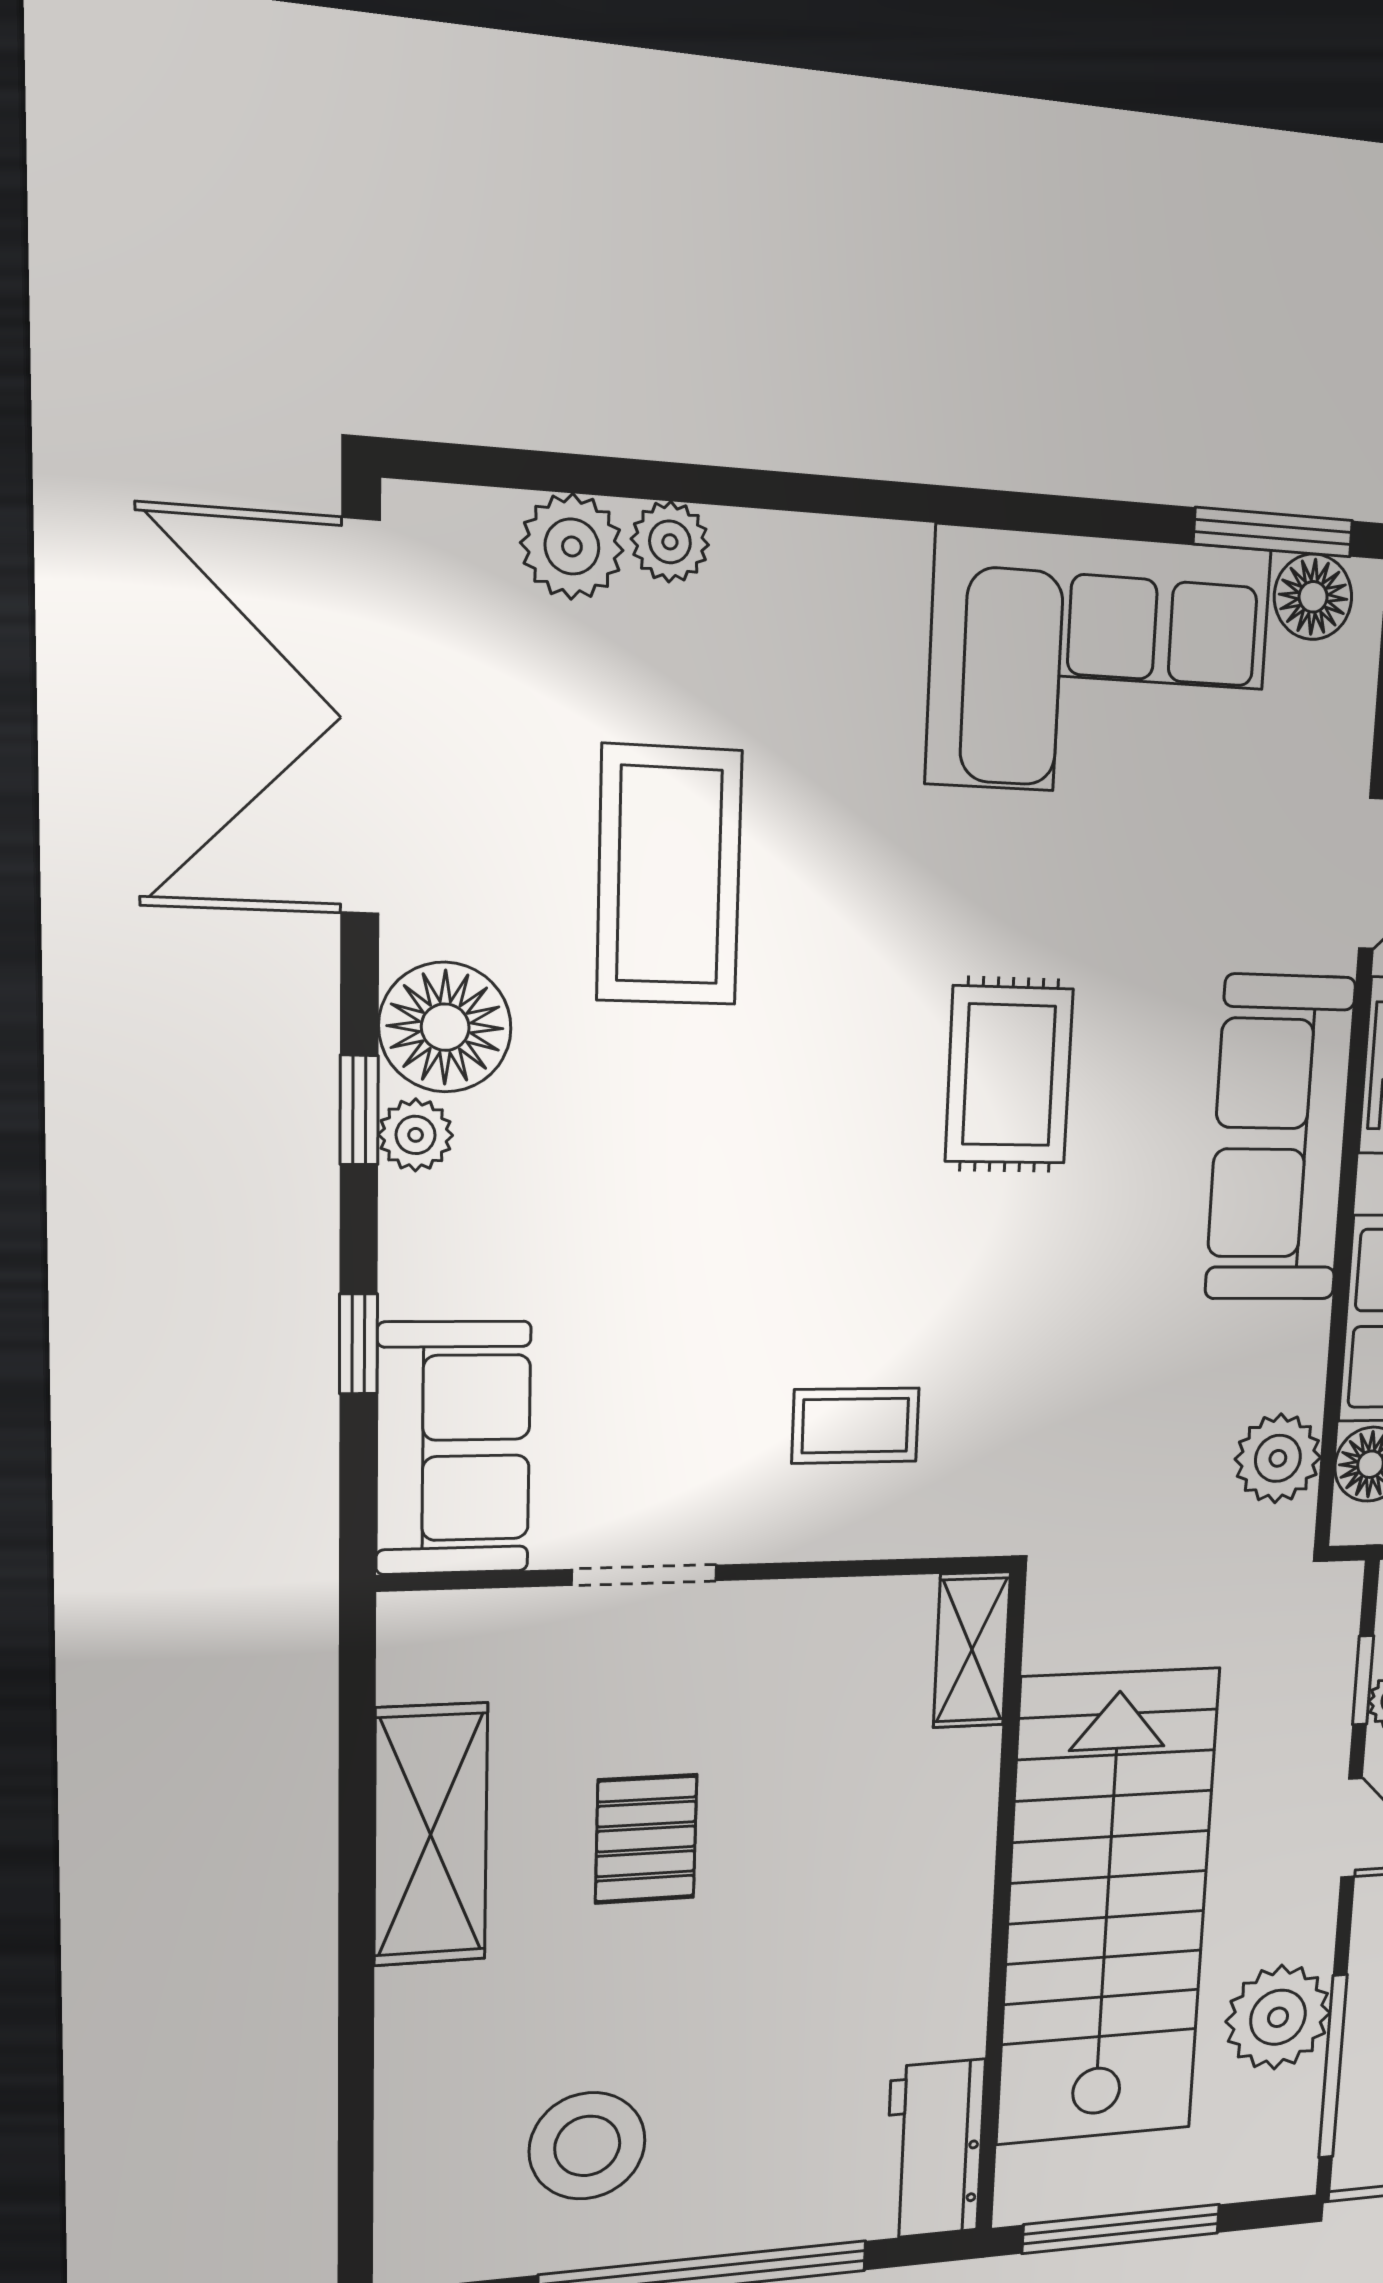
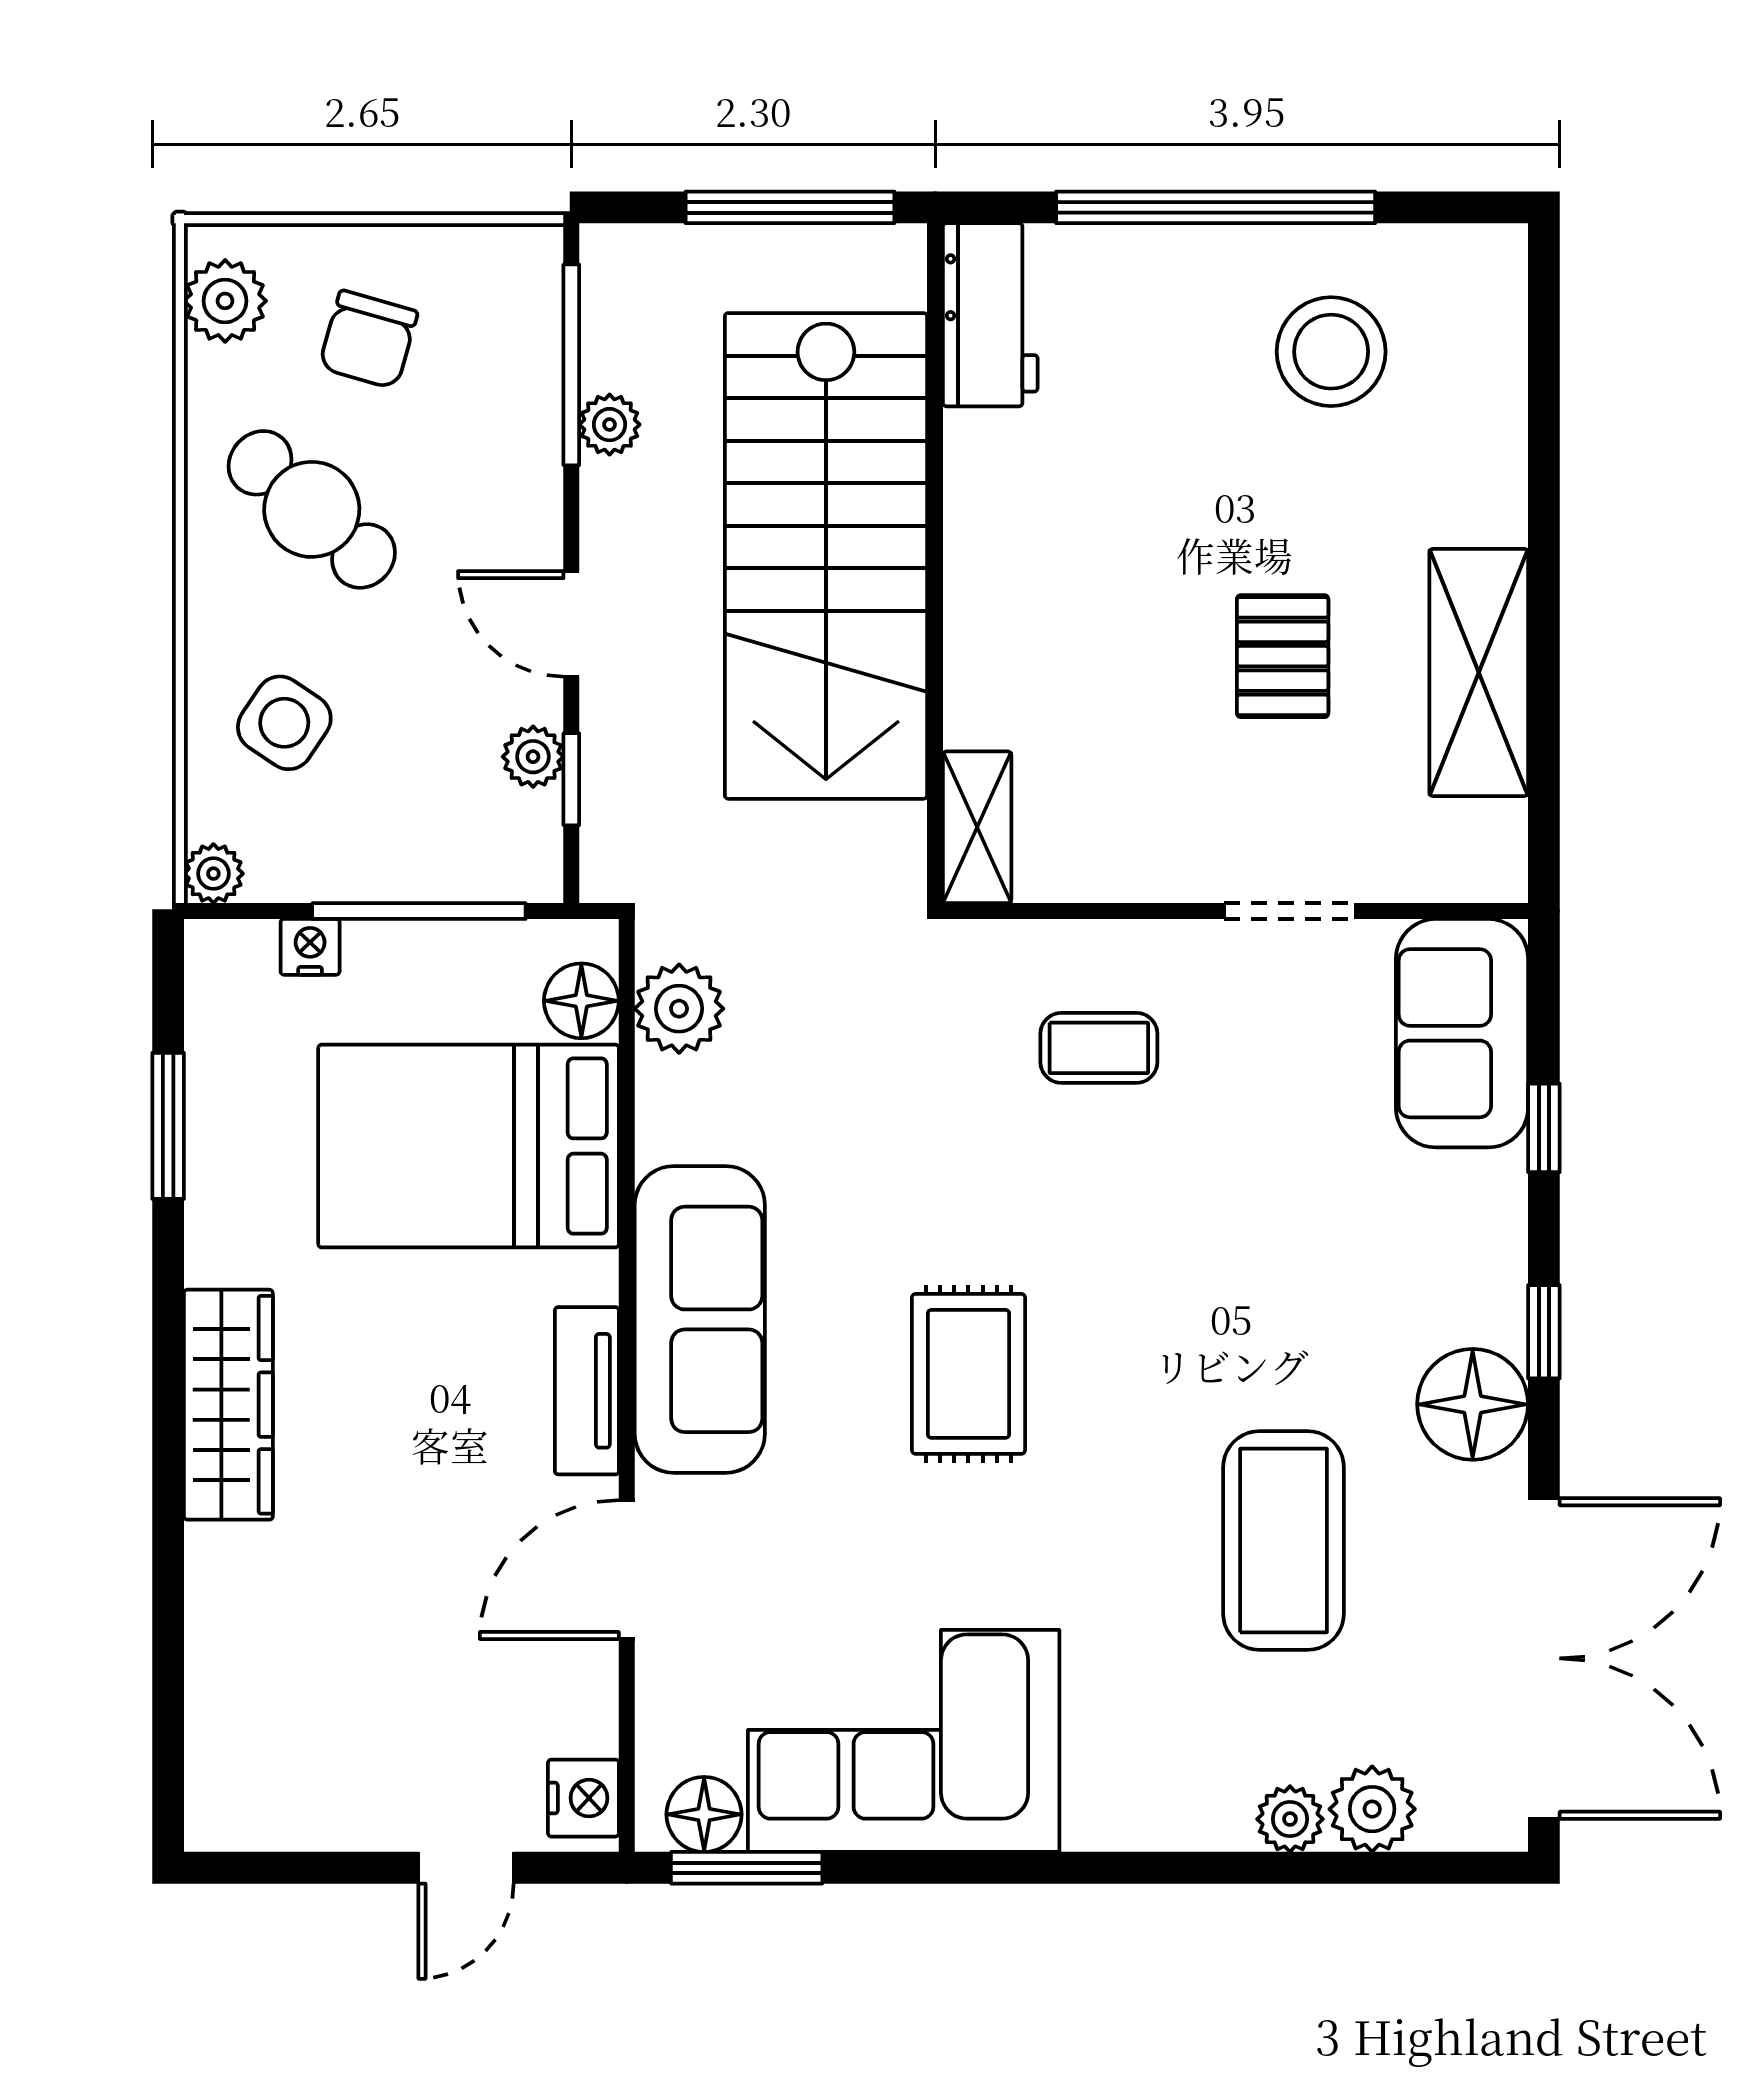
plant: (416, 1135) -> (1497, 1311), removed
plant: (1278, 2017) -> (610, 425), width x0.53, depth x0.53

